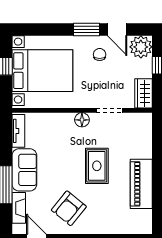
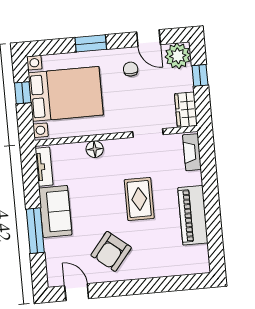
window: (87, 30) -> (91, 43), moved
floor lamp: (82, 120) -> (95, 149), moved
fireplace: (19, 208) -> (192, 152), moved, turned 180

